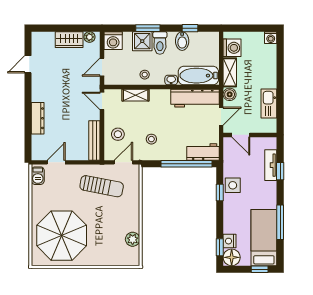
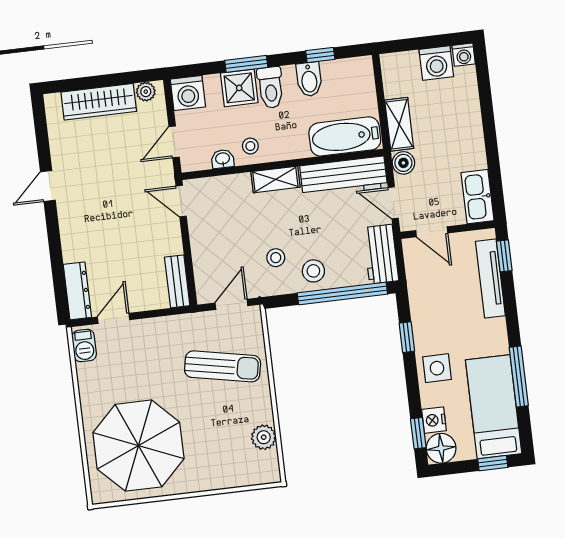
wardrobe: (69, 40) -> (99, 102), width x1.50
washing machine: (232, 48) -> (436, 63), moved, turned 90
door: (28, 64) -> (48, 186), moved
washbasin: (171, 80) -> (223, 159), moved
shelving: (136, 95) -> (275, 179), moved
kitchen sink: (269, 104) -> (477, 197), moved
door: (221, 116) -> (393, 203), swing flipped
dresser: (38, 118) -> (77, 291), moved
stool: (118, 134) -> (313, 271), moved
bench: (94, 141) -> (177, 281), width x0.73
workbench: (203, 152) -> (381, 254), moved, turned -90
tv unit: (271, 165) -> (490, 278), width x1.41
window: (280, 171) -> (504, 256), moved
side table: (233, 185) -> (437, 368), moved
sun lounger: (102, 186) -> (223, 366), moved

